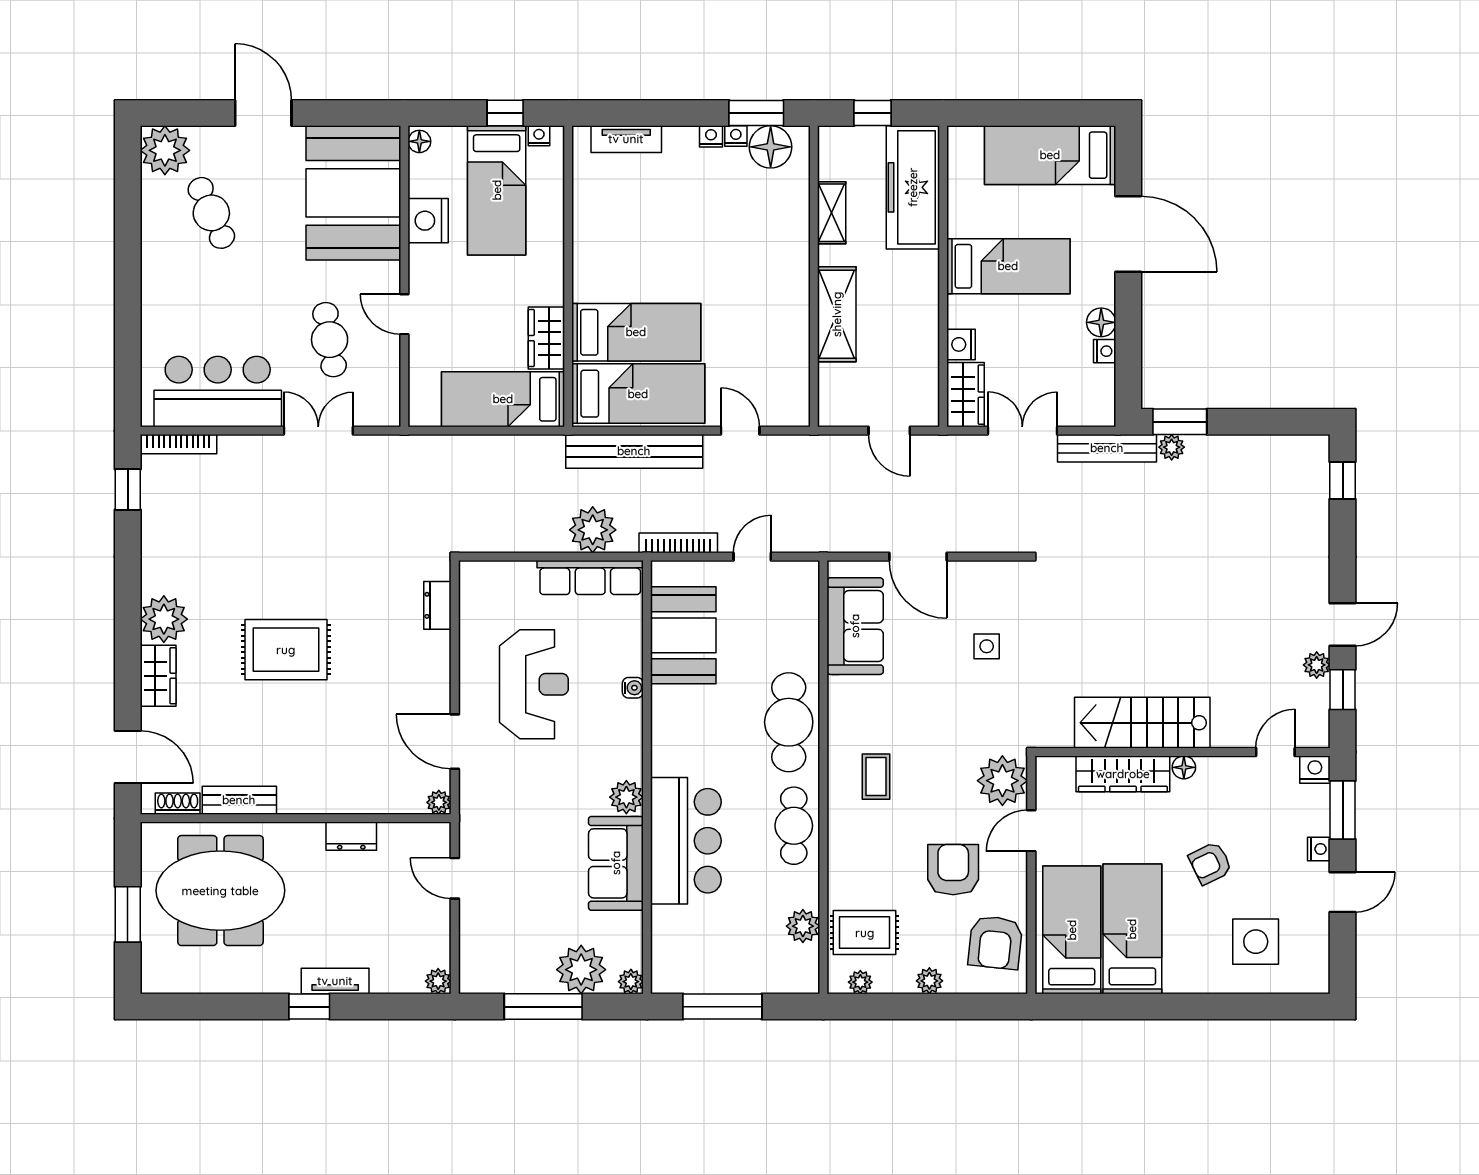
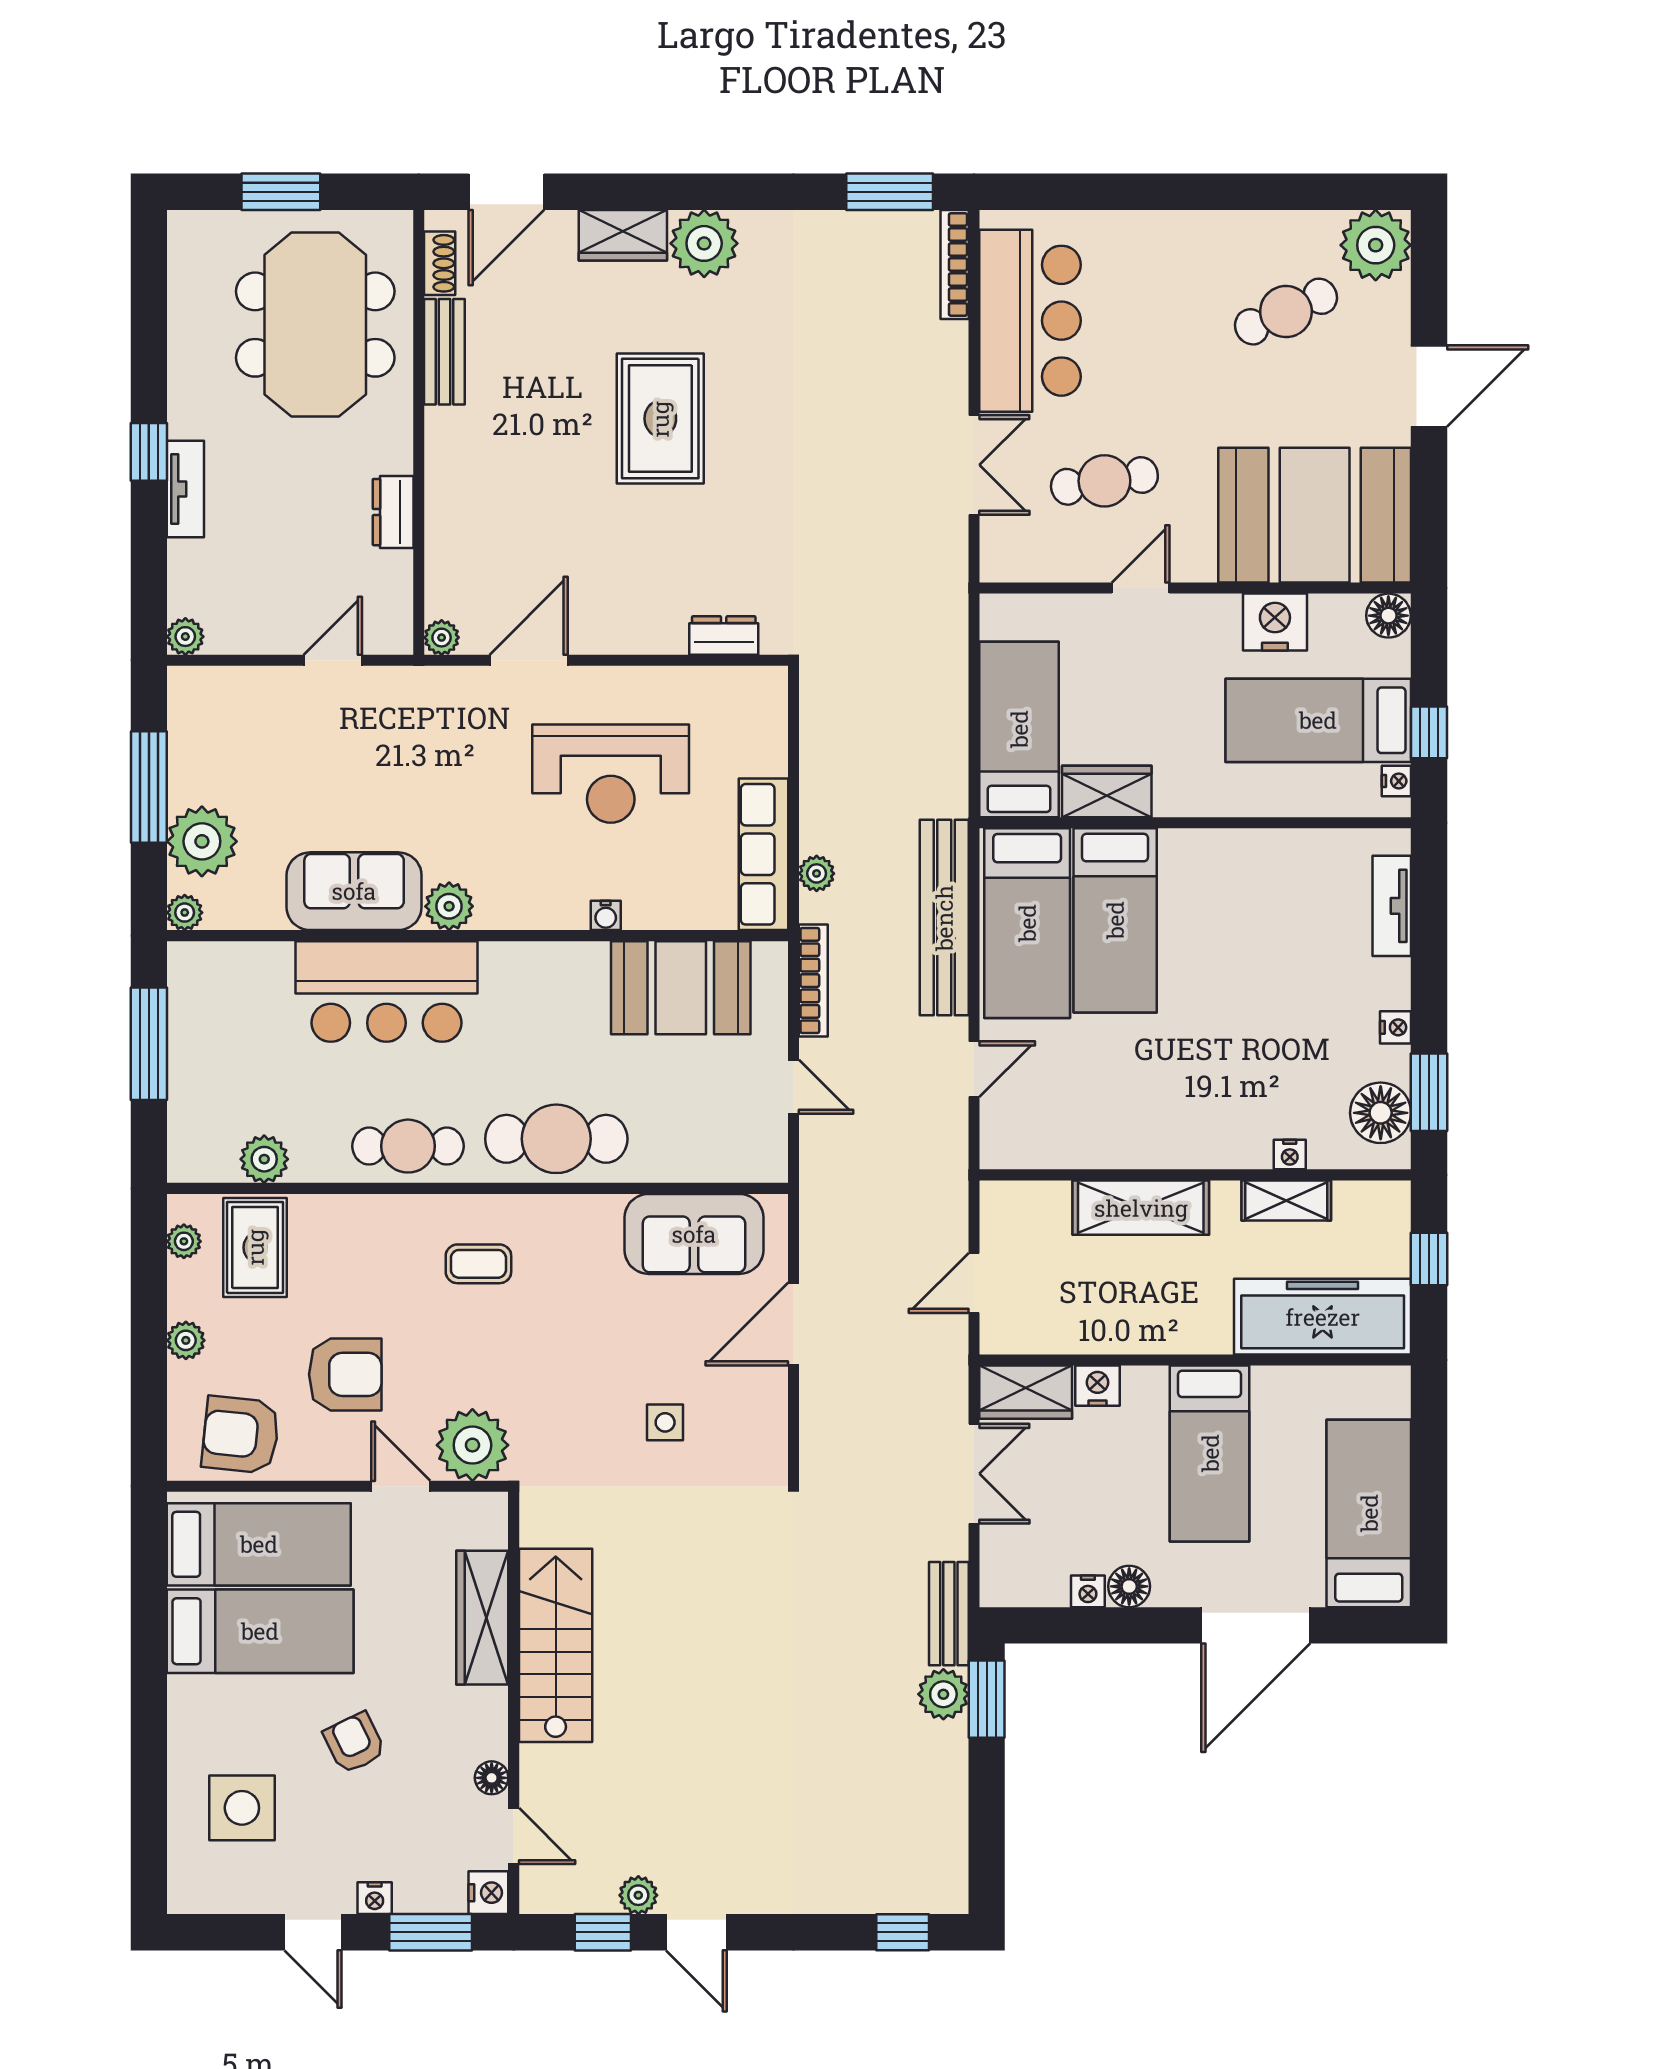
nightstand: (736, 136) -> (1290, 1155), moved, turned 90
floor lamp: (419, 141) -> (1388, 616), width x1.37, depth x1.37
plant: (1172, 447) -> (943, 1694), width x1.38, depth x1.38
bench: (1107, 448) -> (949, 1614), width x0.73
window: (128, 490) -> (890, 192), width x1.50
plant: (593, 530) -> (817, 873), width x0.53, depth x0.53
floor lamp: (1184, 767) -> (492, 1778), moved

